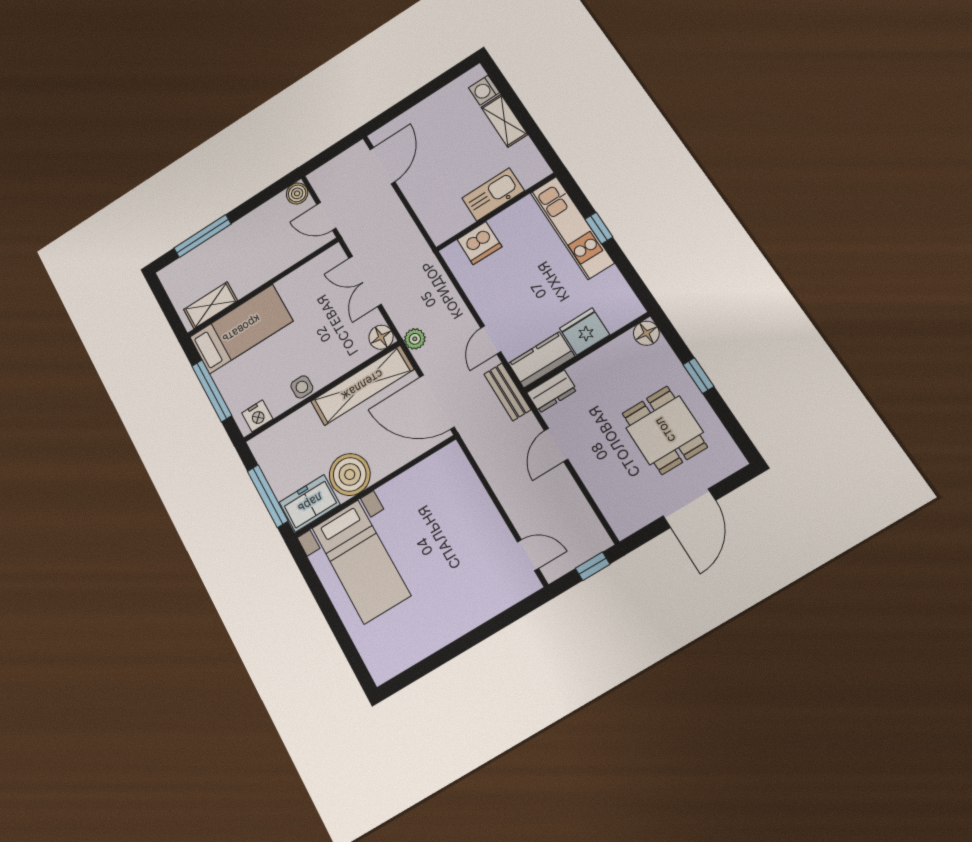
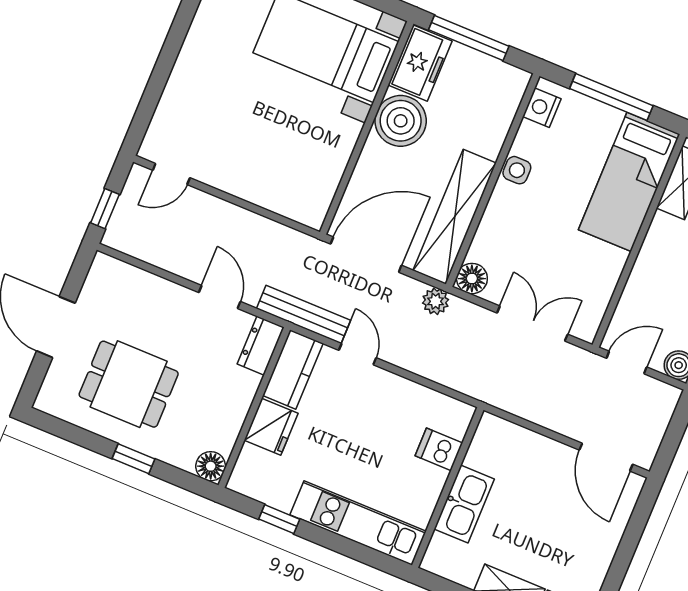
window: (599, 228) -> (279, 519), moved
dishwasher: (479, 243) -> (439, 449), width x0.73
bench: (507, 392) -> (304, 314), width x1.36

